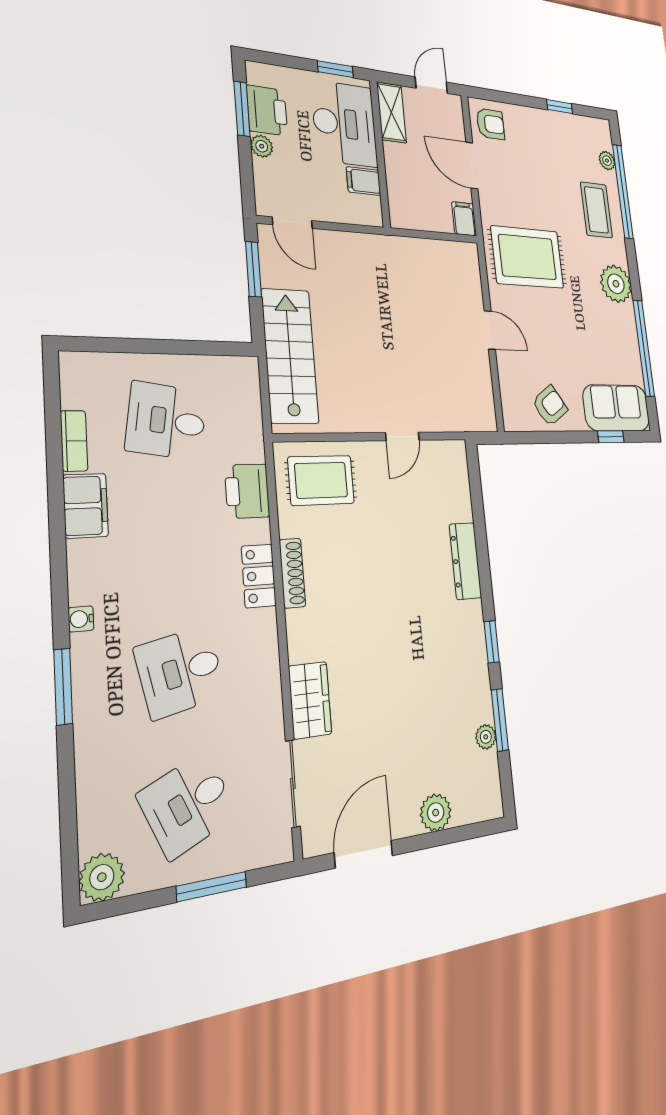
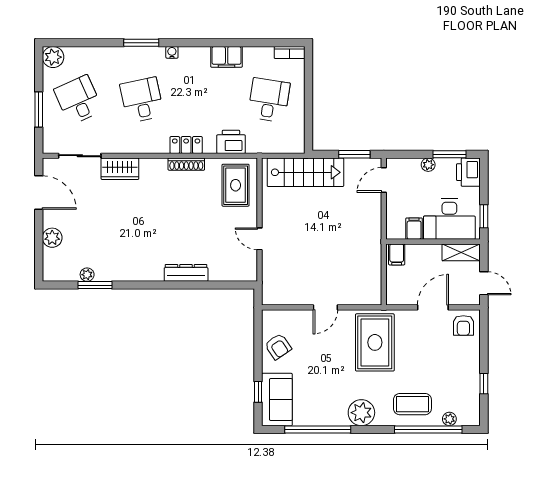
printer: (267, 110) -> (468, 172), moved, turned 90
filing cabinet: (464, 219) -> (397, 254), moved, turned 90
bookcase: (74, 441) -> (290, 53), moved
window: (492, 642) -> (139, 285), removed

